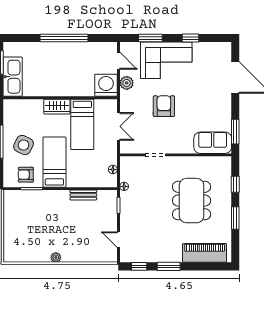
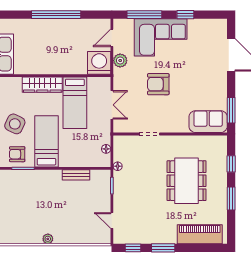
window: (150, 38) -> (144, 15), width x1.44
door: (119, 61) -> (112, 38), swing flipped
armchair: (164, 106) -> (158, 84), turned -90
wardrobe: (57, 107) -> (42, 85), width x1.50

